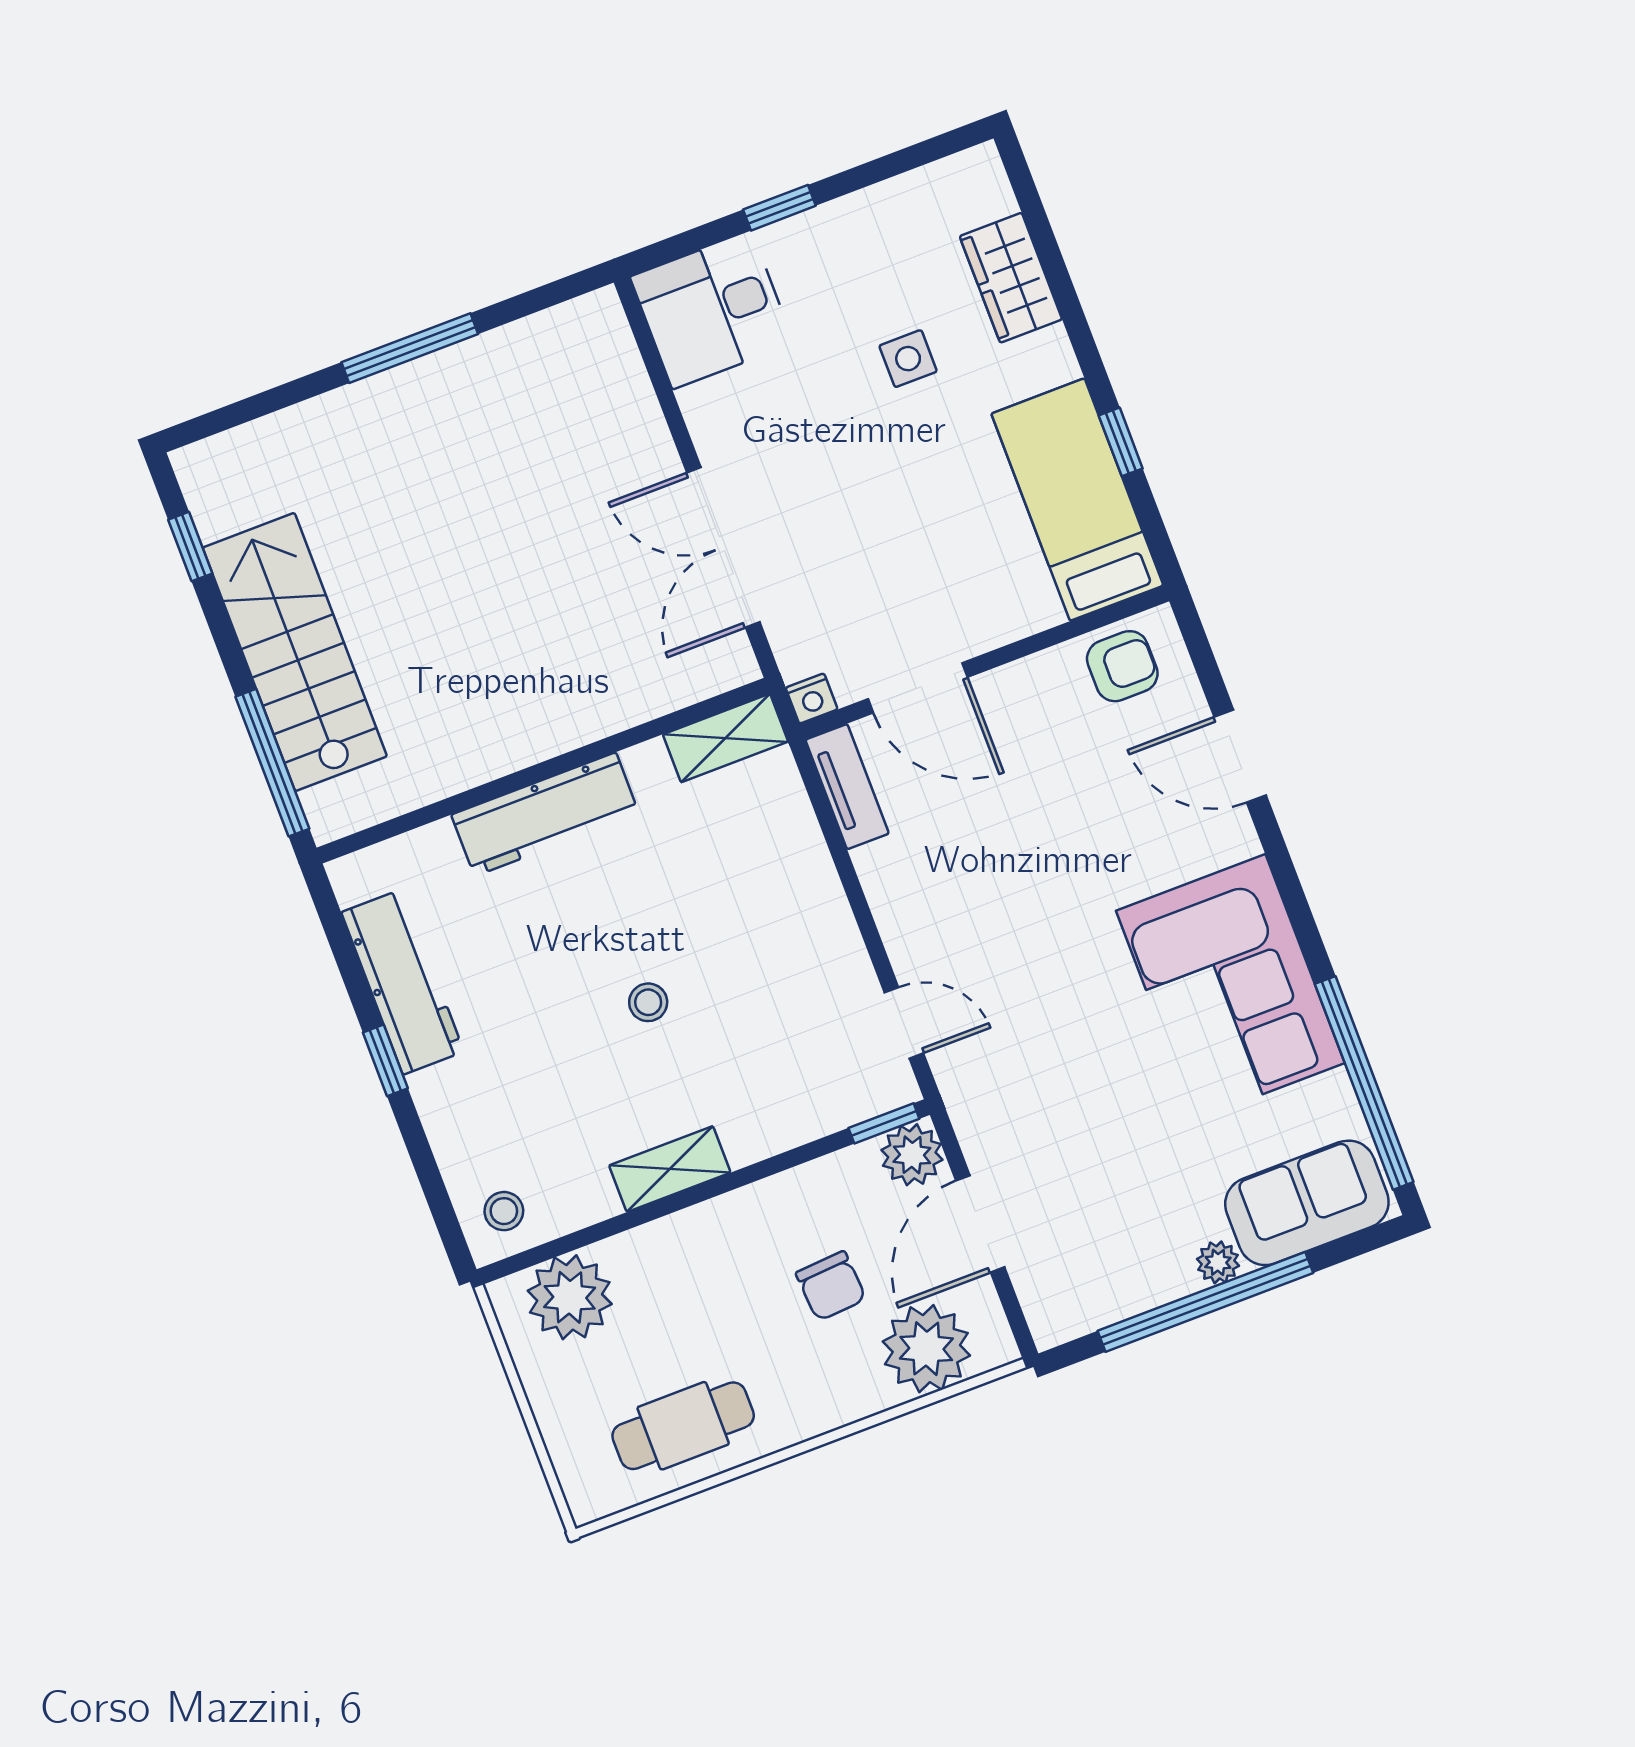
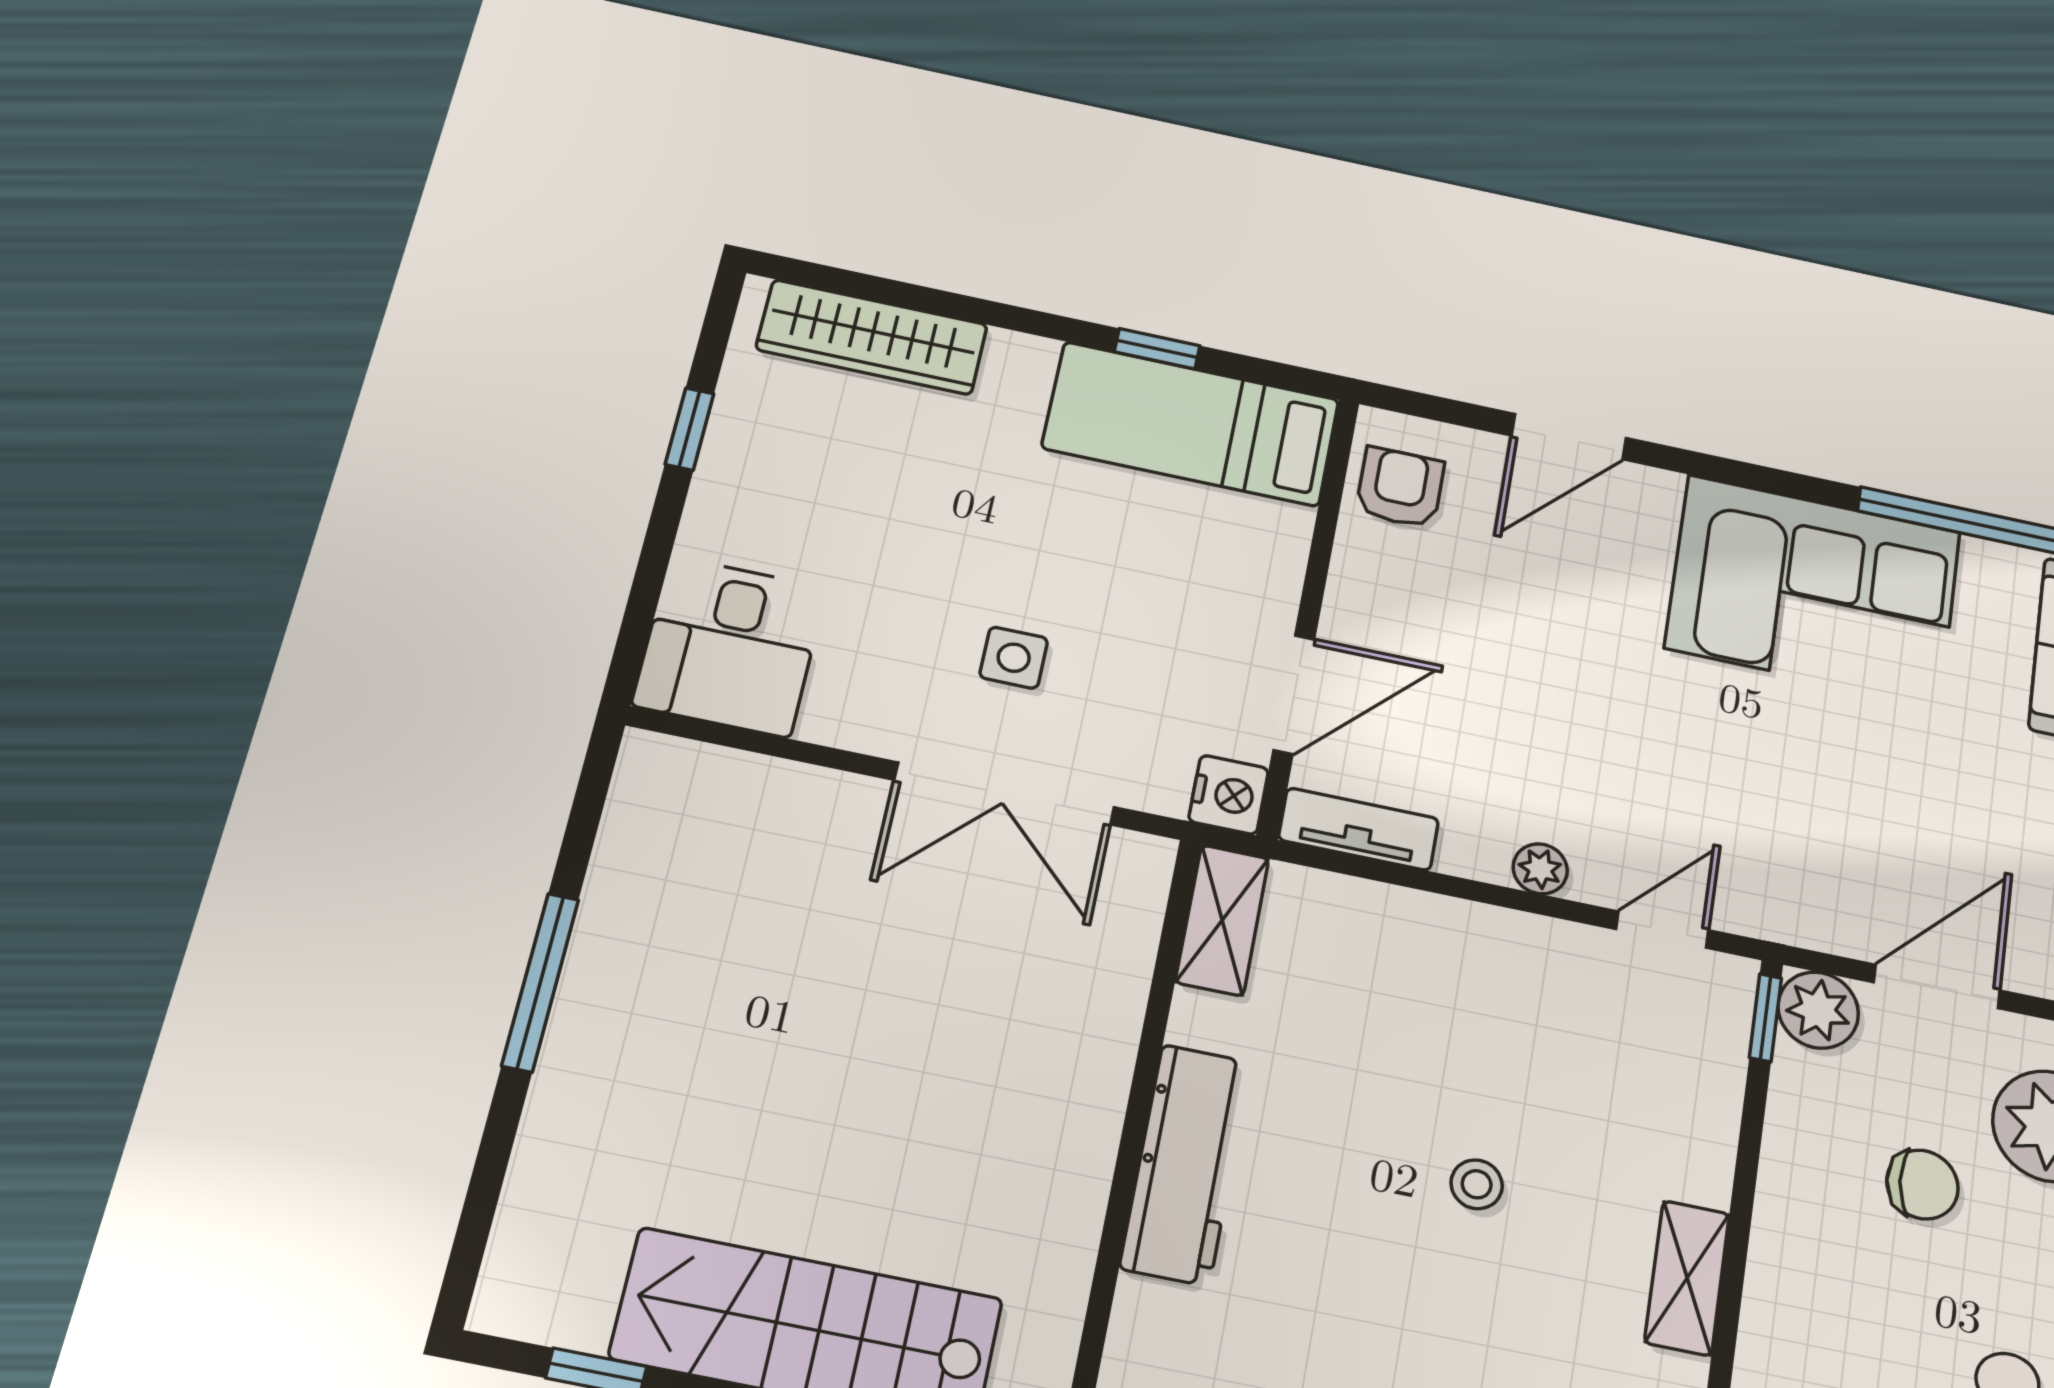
window: (779, 208) -> (690, 429), moved
wardrobe: (1011, 278) -> (872, 337), width x1.50
side table: (908, 359) -> (1014, 658), moved
nightstand: (812, 699) -> (1229, 795), width x1.39, depth x1.35
plant: (896, 920) -> (1540, 869), added
door: (980, 1224) -> (1937, 986), swing flipped

